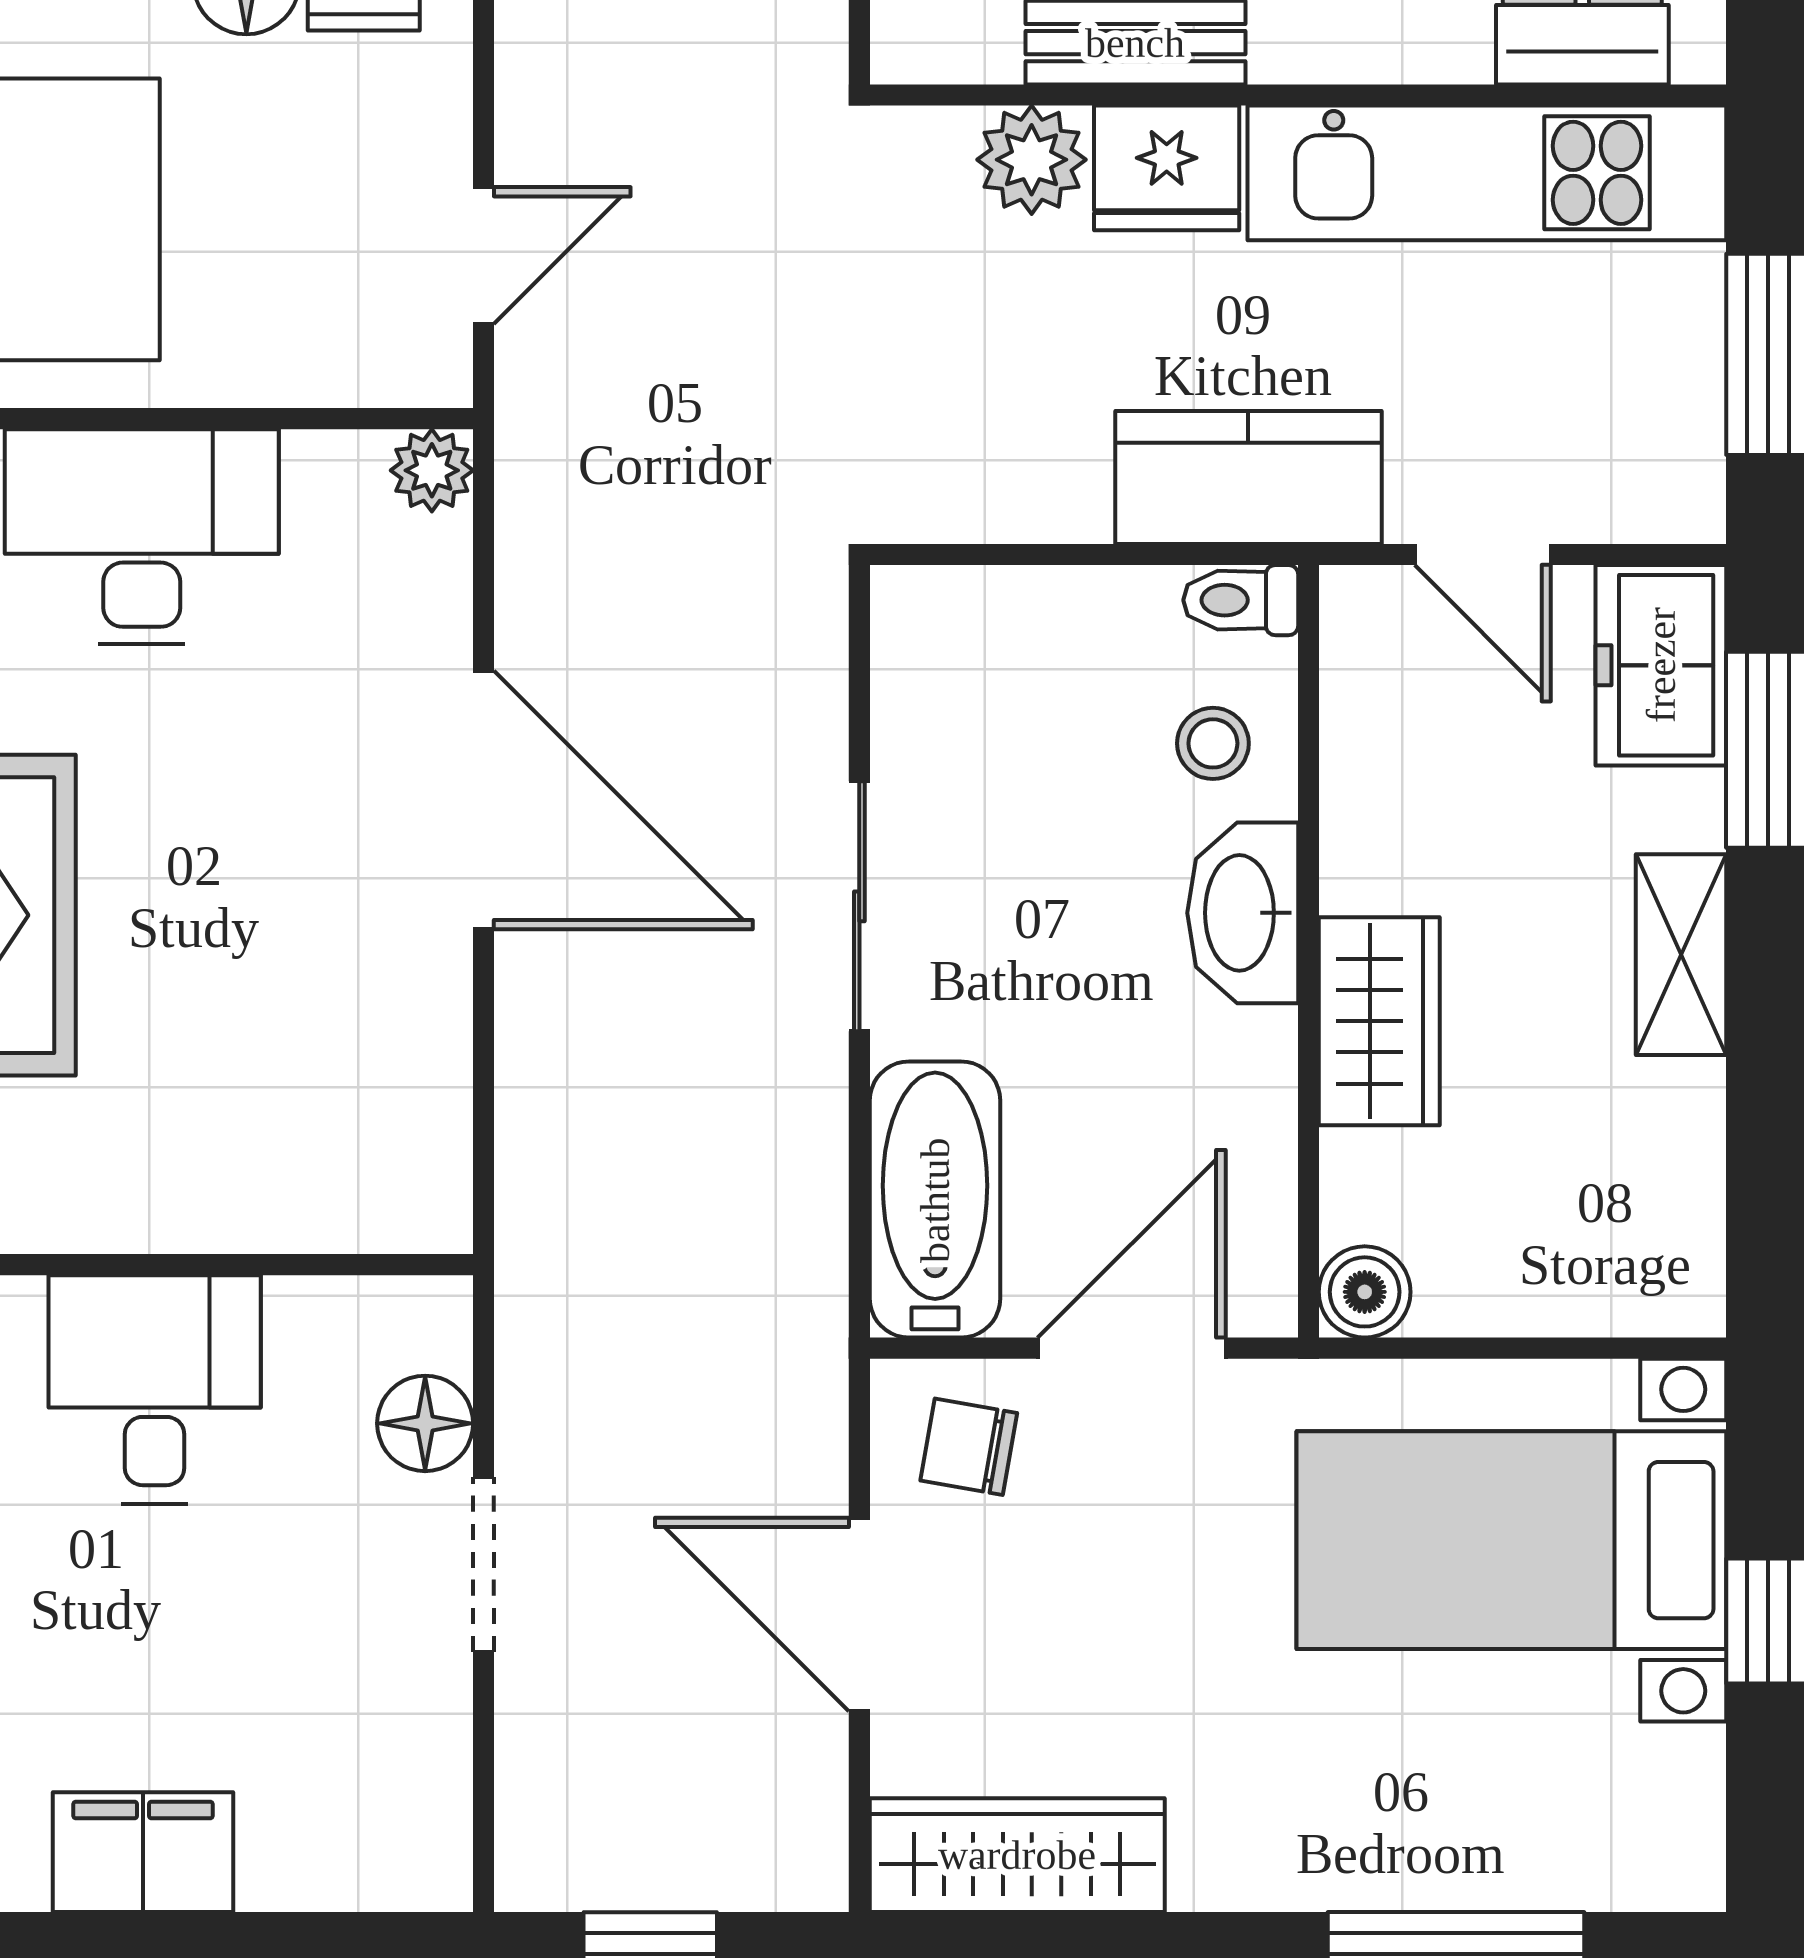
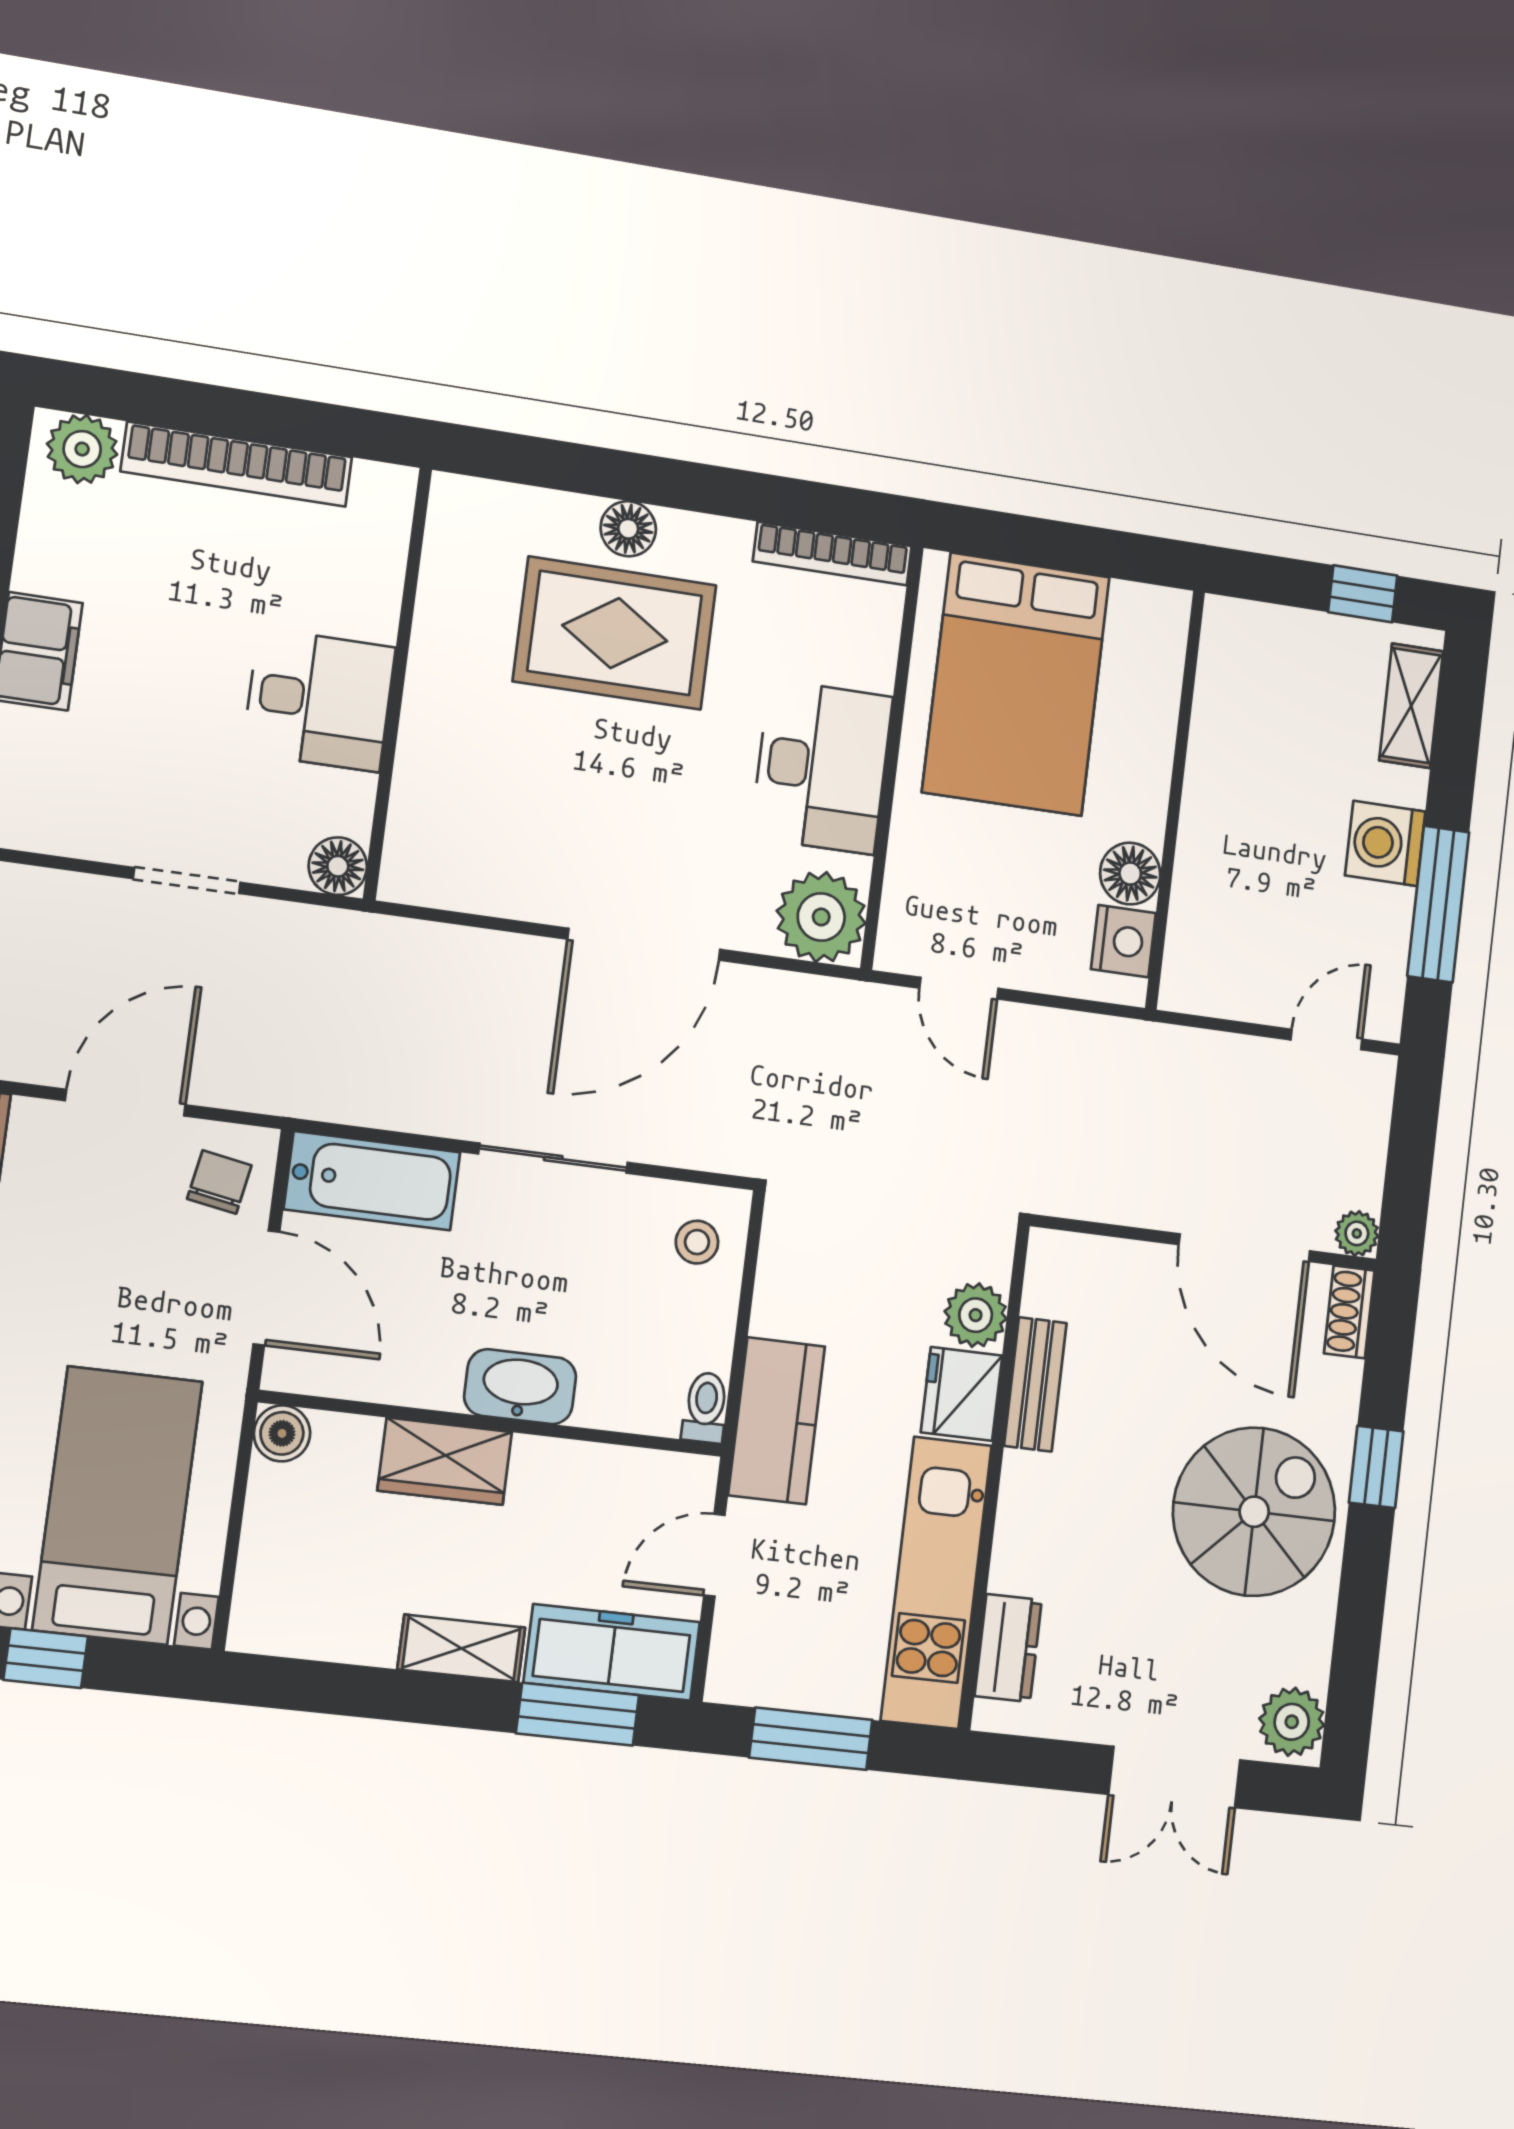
plant: (432, 470) -> (821, 917), width x1.87, depth x1.87
freezer: (1661, 665) -> (612, 1652), width x1.40
stool: (1213, 743) -> (697, 1242), moved
floor lamp: (425, 1423) -> (338, 866), moved

